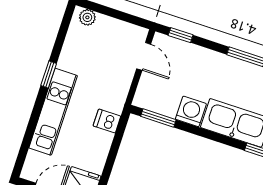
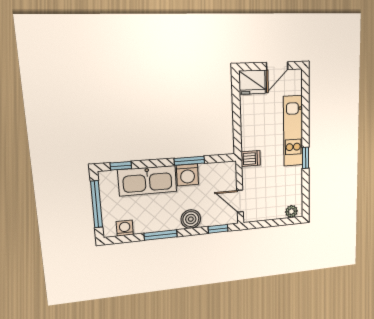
boiler: (206, 60) -> (191, 219), added
window: (158, 118) -> (189, 161), moved
dishwasher: (107, 121) -> (251, 159), moved

